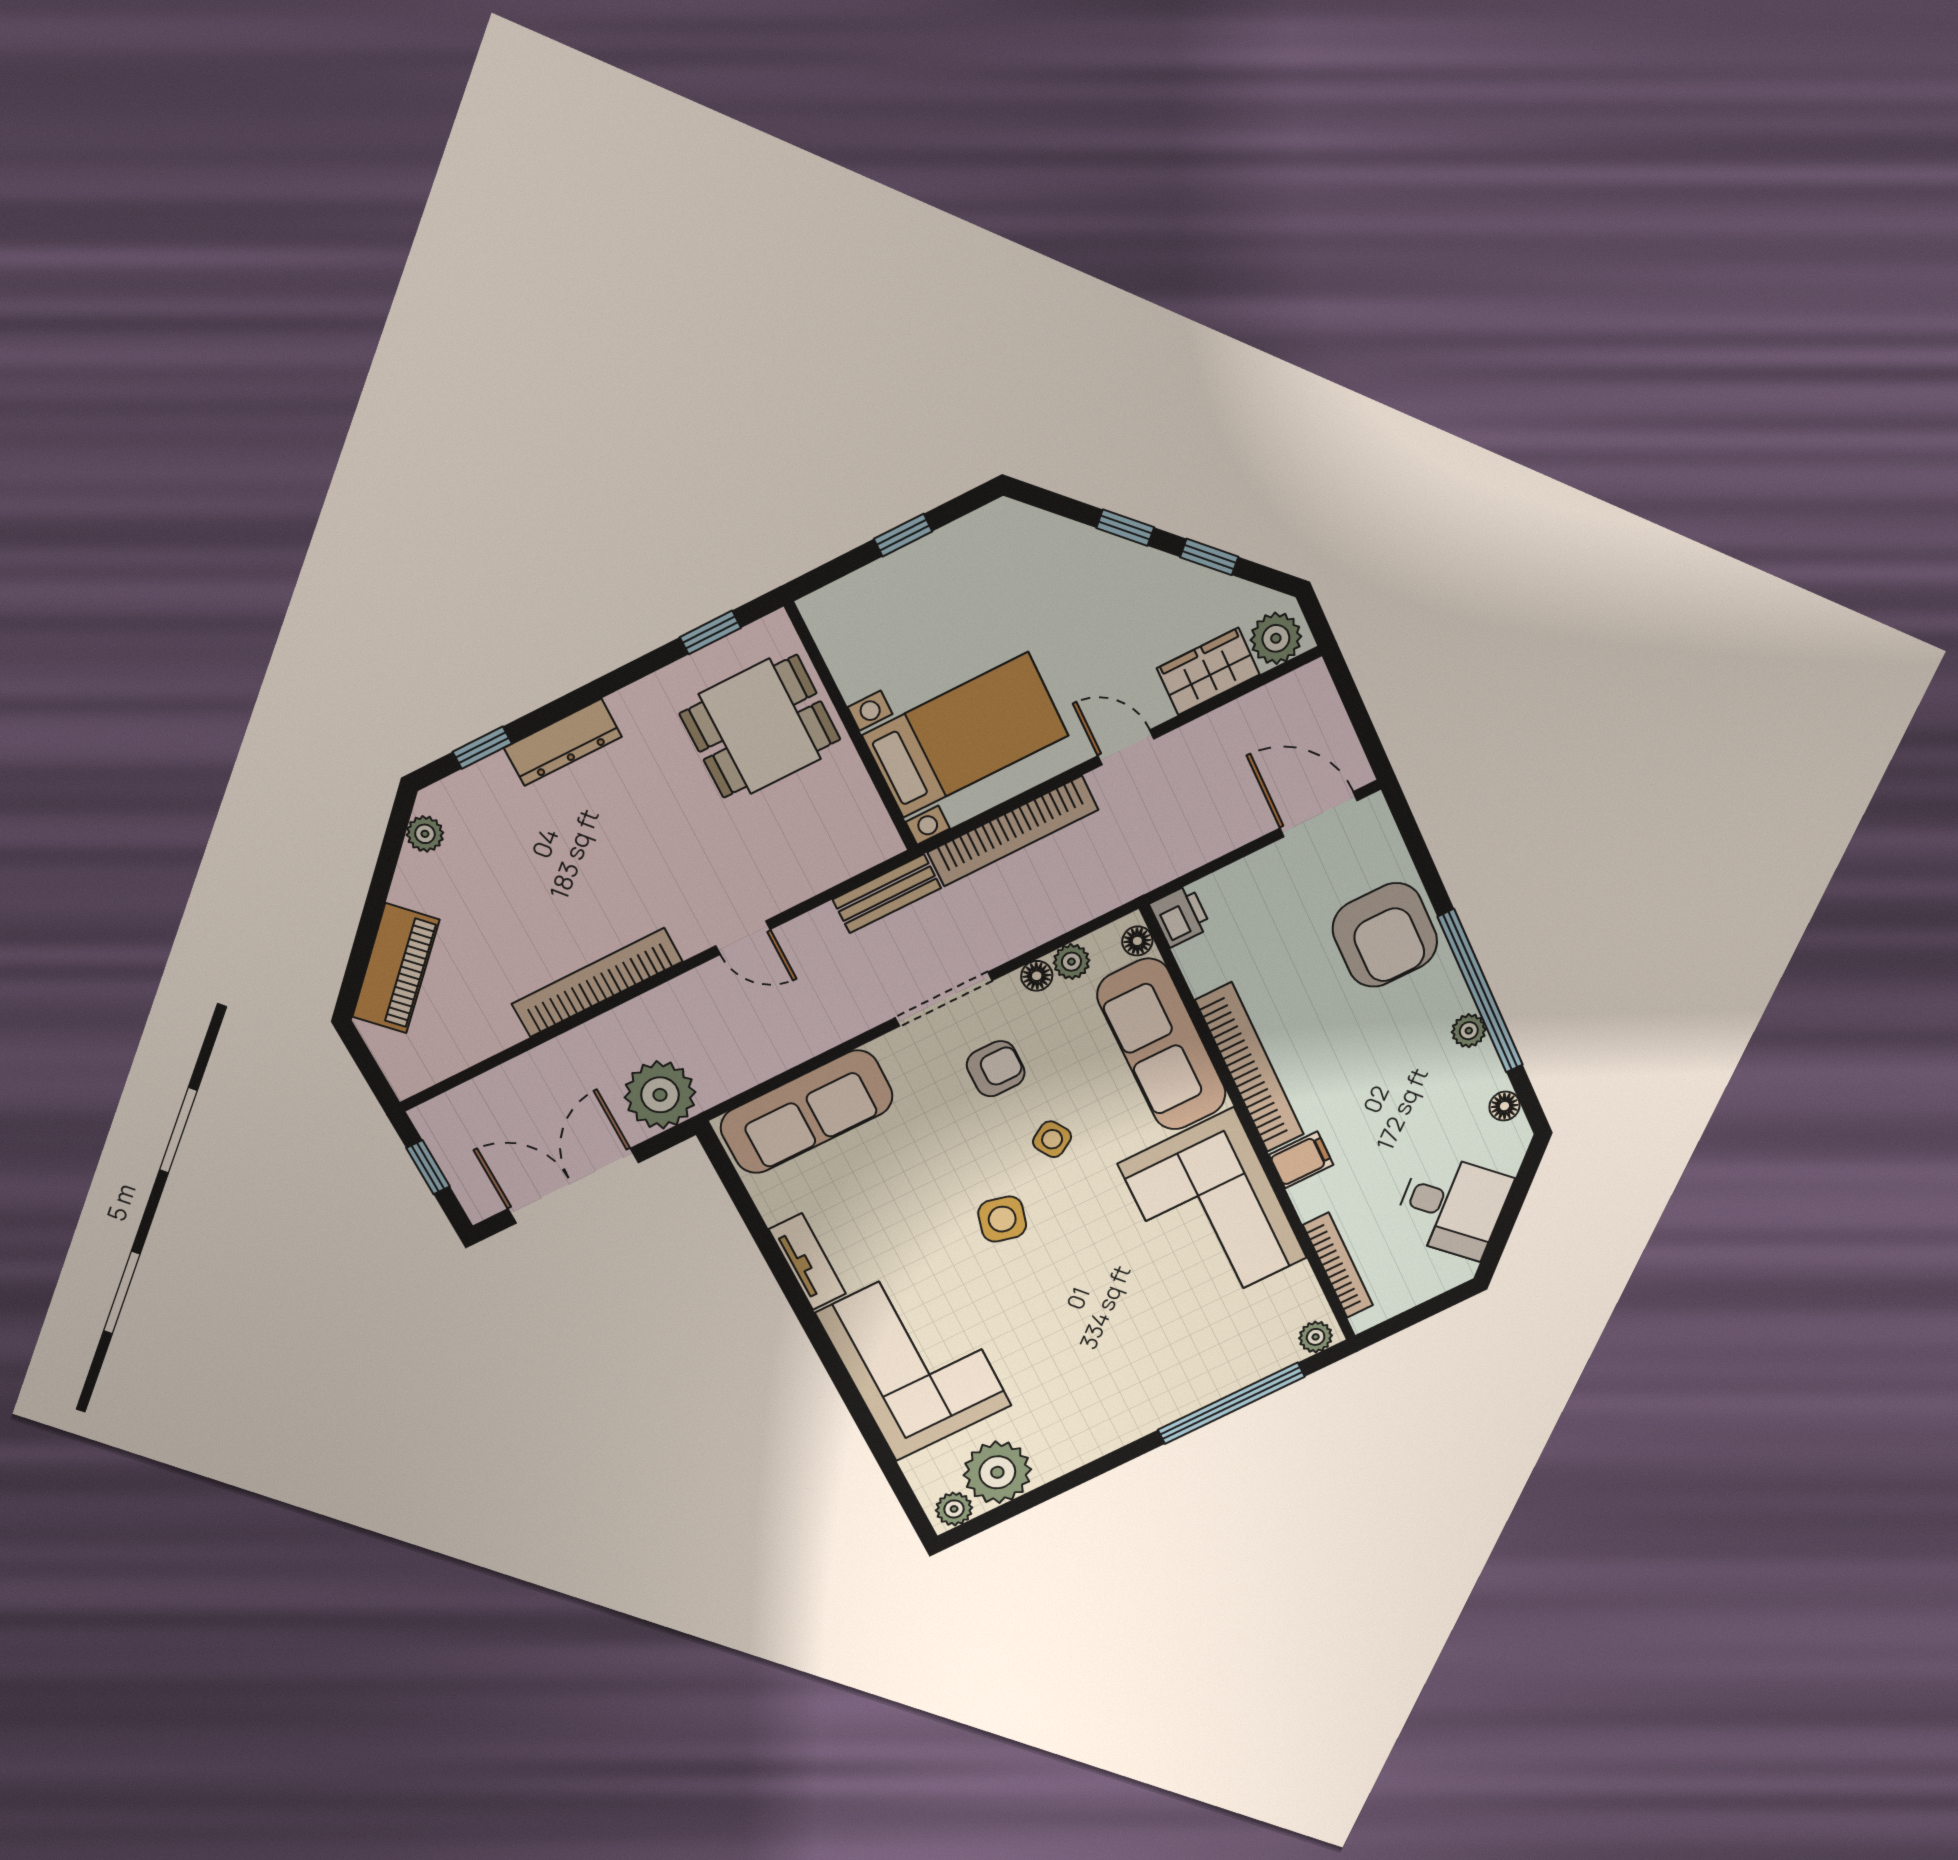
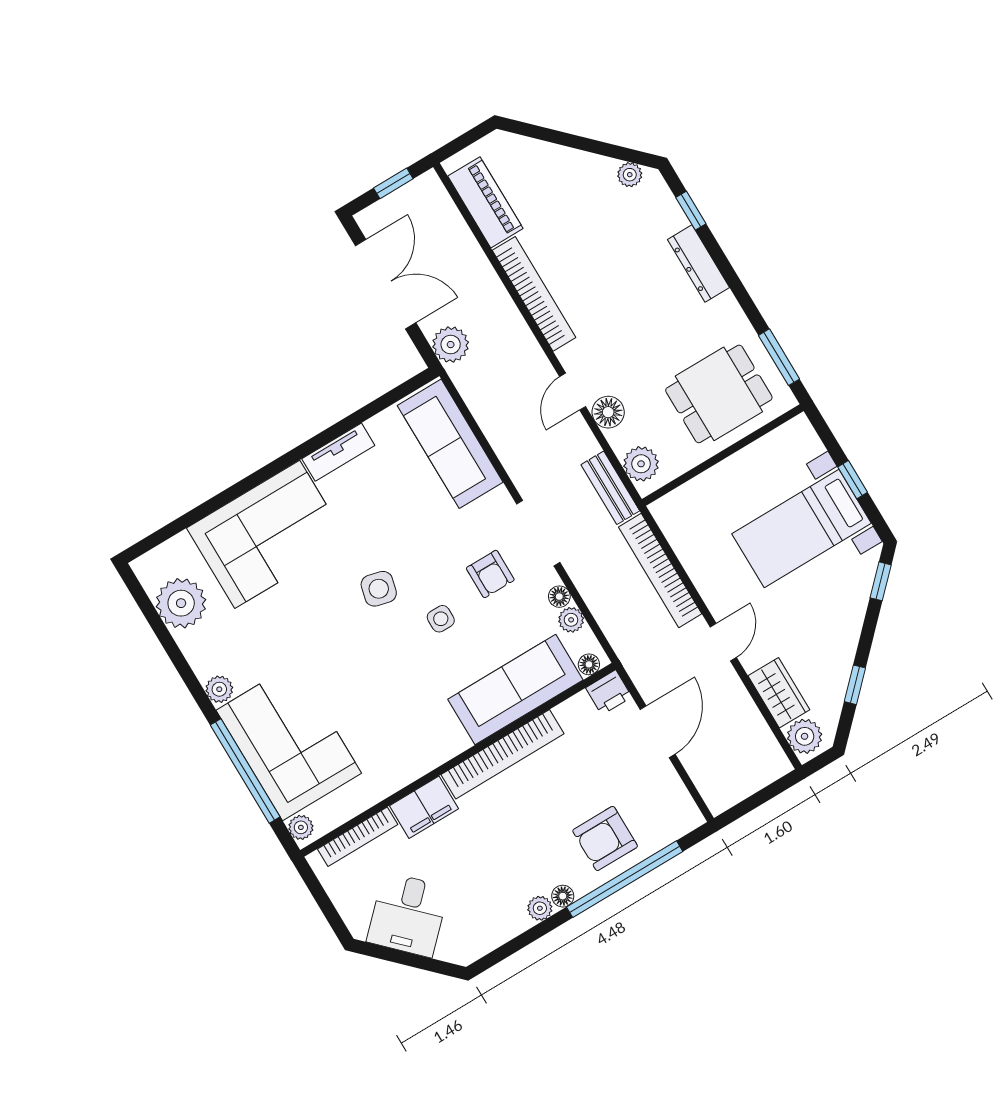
window: (1125, 528) -> (881, 581), moved
window: (710, 632) -> (779, 357), width x1.50
dining table: (760, 727) -> (719, 394), turned 90
bed with nightstands: (965, 735) -> (802, 528), moved, turned 90
door: (1318, 814) -> (658, 732), moved
plant: (855, 847) -> (641, 464), added
floor lamp: (776, 889) -> (608, 412), added
armchair: (1385, 935) -> (605, 838), width x0.73, depth x0.73
piano: (396, 968) -> (485, 202), moved, turned -135
window: (1480, 991) -> (625, 879), moved
plant: (660, 1095) -> (451, 345), width x0.73, depth x0.73
floor lamp: (1504, 1106) -> (563, 896), moved
side table: (1052, 1139) -> (441, 619), turned 32
filing cabinet: (1301, 1160) -> (424, 807), width x2.00
corner sofa: (1213, 1211) -> (289, 742), moved, turned 90
plant: (954, 1509) -> (219, 689), moved

